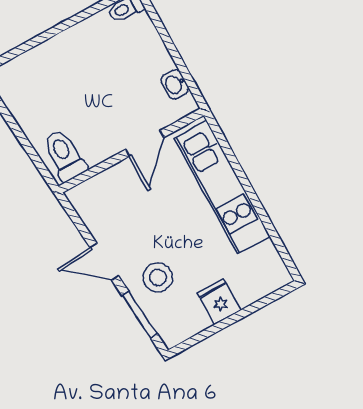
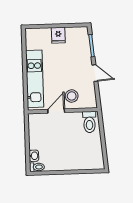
washbasin: (175, 84) -> (34, 156), moved
stool: (158, 277) -> (72, 96), moved

